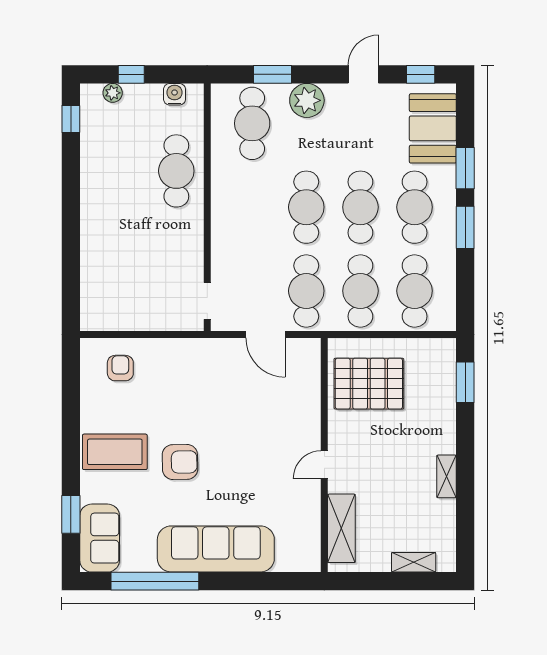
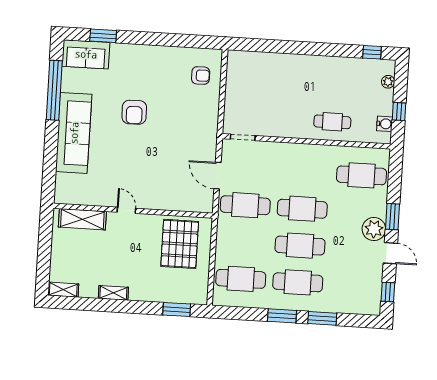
window: (131, 74) -> (399, 111), moved
window: (272, 74) -> (393, 217), moved
plant: (307, 100) -> (374, 229), moved
booth: (433, 128) -> (351, 298), removed
cafe table: (176, 171) -> (332, 122), width x0.73, depth x0.74
cafe table: (360, 291) -> (243, 242), removed
door: (265, 334) -> (217, 176), hinge flipped
coffee table: (115, 452) -> (144, 68), removed
shelving: (414, 562) -> (63, 290), moved, turned 90

